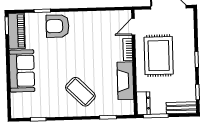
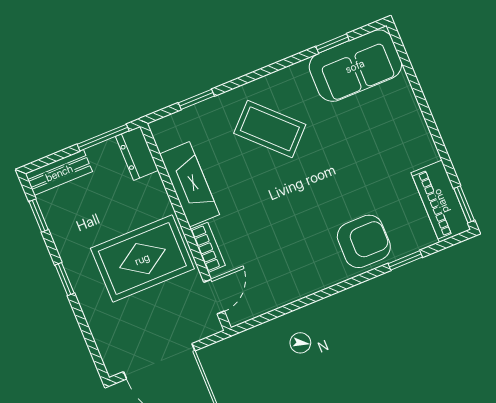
rug: (159, 56) -> (142, 259), turned 90
sofa: (22, 71) -> (355, 66), moved, turned -90

